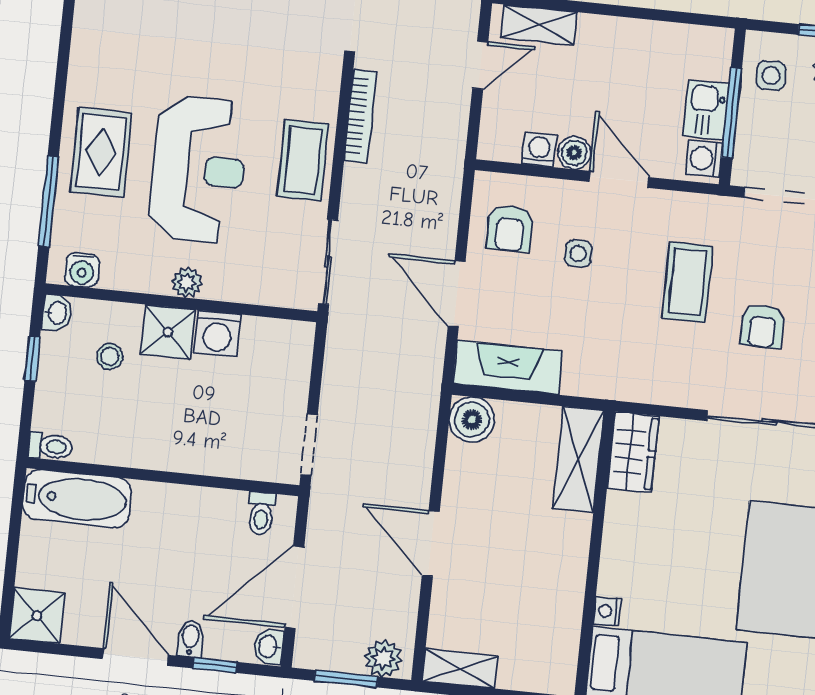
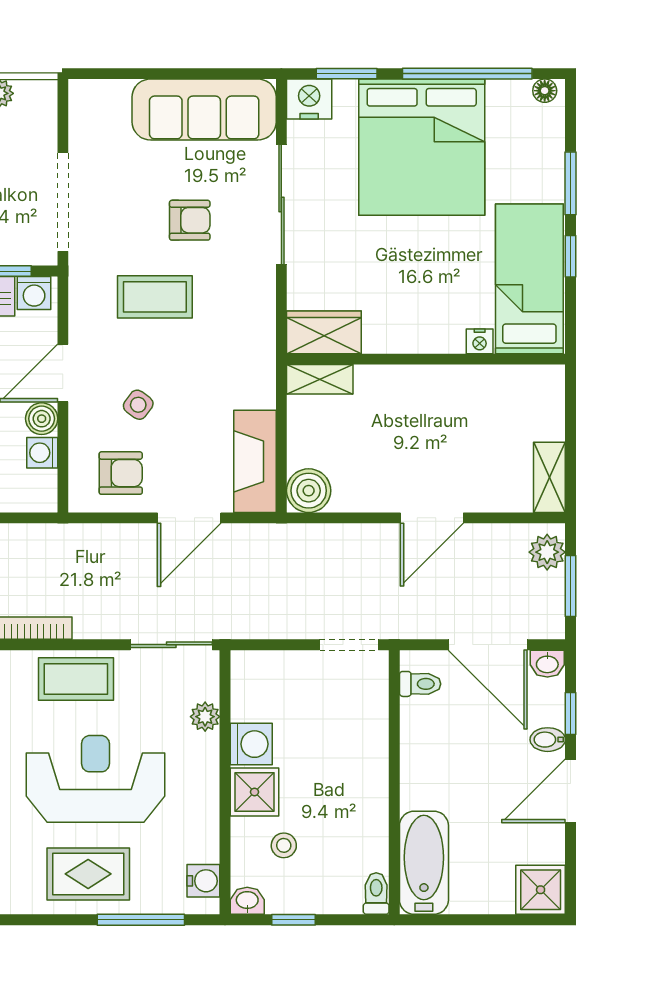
side table: (578, 254) -> (138, 405), turned 37
plant: (187, 283) -> (205, 717), moved
shelving: (578, 459) -> (320, 379), width x0.67, depth x0.75

